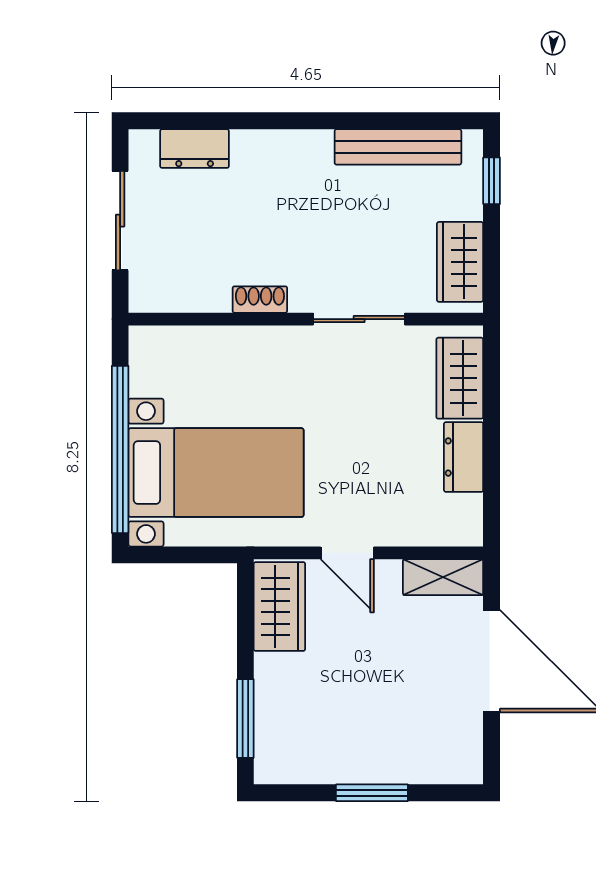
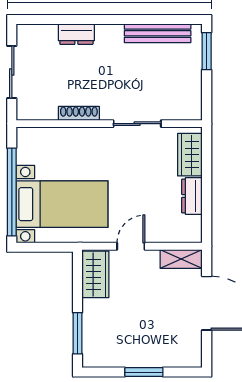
dresser: (195, 149) -> (76, 34), moved
window: (492, 181) -> (207, 51), width x1.50
wardrobe: (460, 262) -> (190, 94), removed
shoe rack: (260, 300) -> (79, 113), width x1.43
door: (347, 553) -> (131, 246), swing flipped

